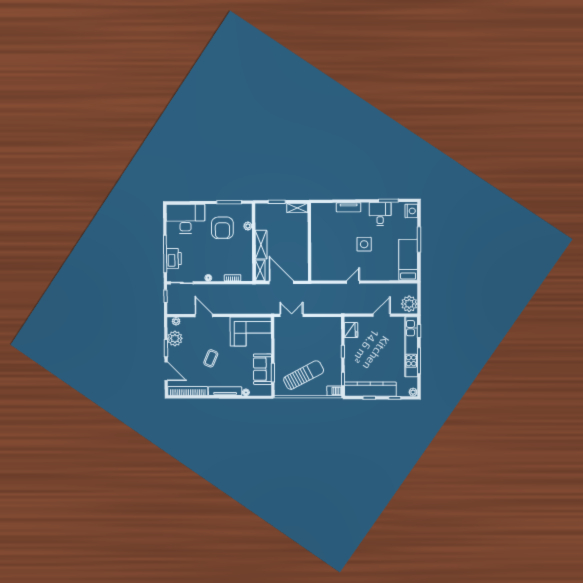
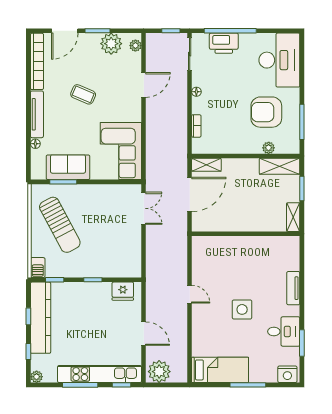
shelving: (261, 245) -> (280, 166), moved

